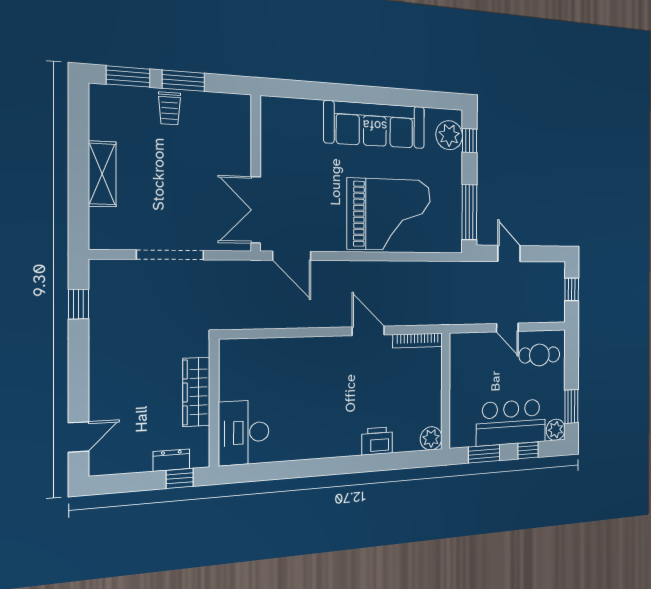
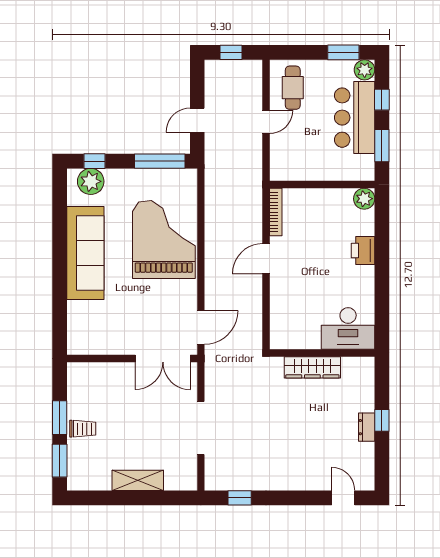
wardrobe: (196, 392) -> (312, 367), moved
wall: (214, 403) -> (322, 353), moved
desk: (244, 433) -> (348, 328), moved

